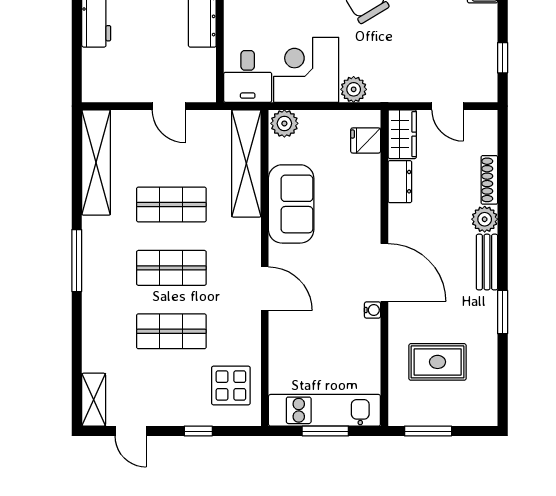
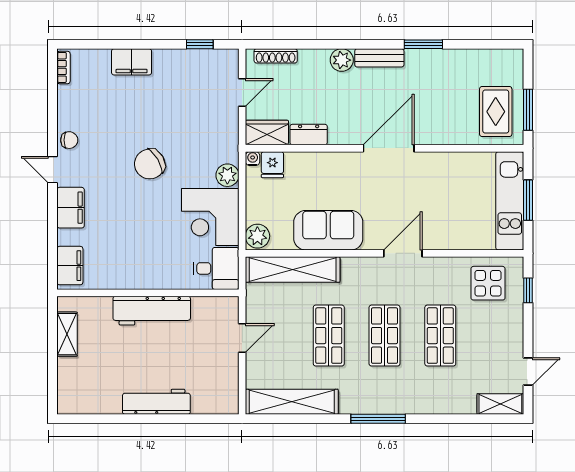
shoe rack: (489, 180) -> (276, 56), moved
water cooler: (373, 310) -> (253, 159), moved
rug: (438, 362) -> (496, 112), moved
window: (198, 431) -> (528, 290), moved

